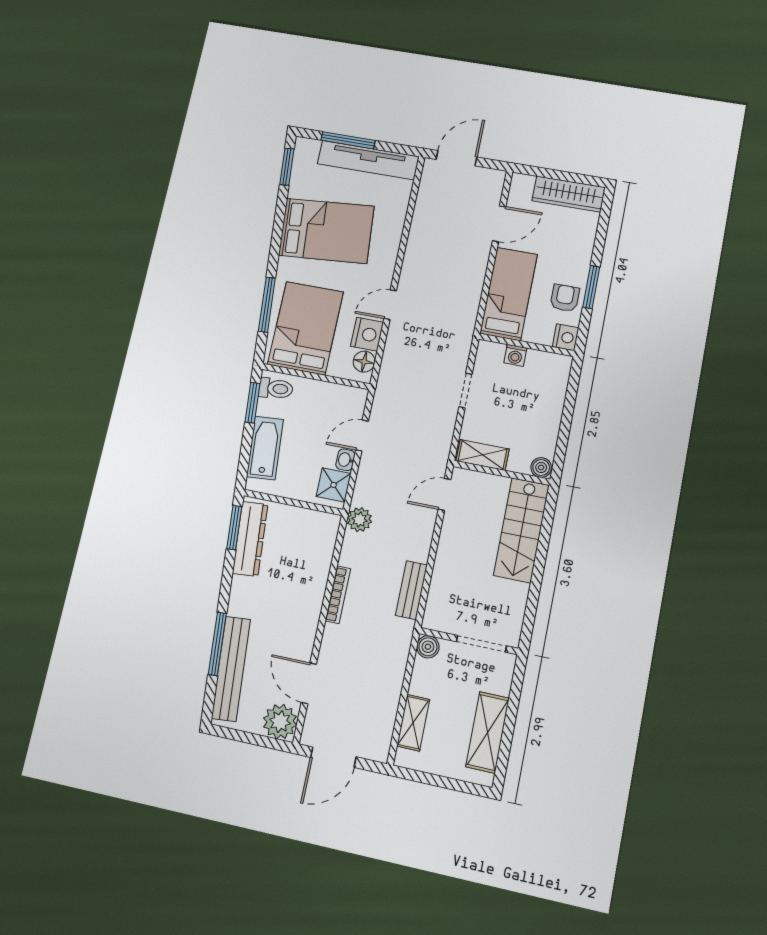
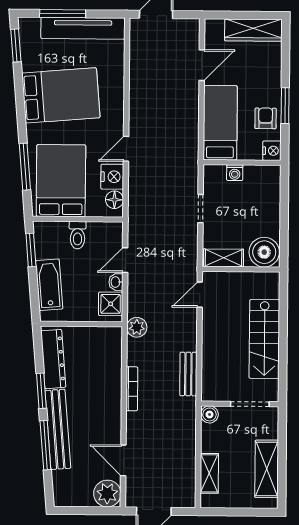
toilet: (276, 389) -> (78, 235), moved, turned 95
boiler: (541, 467) -> (264, 252), width x1.86, depth x1.86
window: (234, 527) -> (41, 391), moved
stairs: (521, 530) -> (264, 339), moved
bench: (231, 669) -> (58, 429), moved

